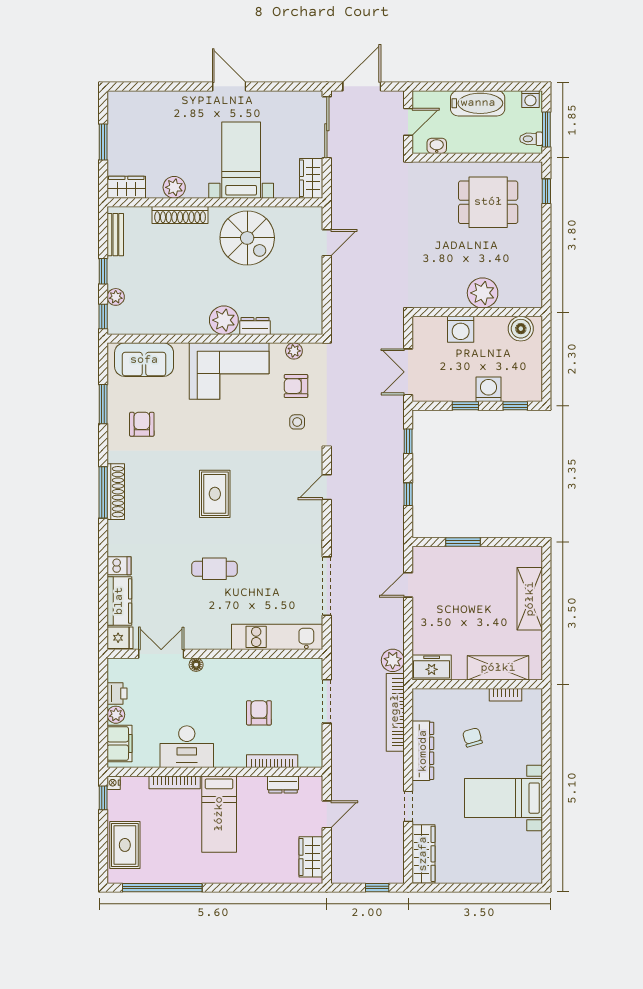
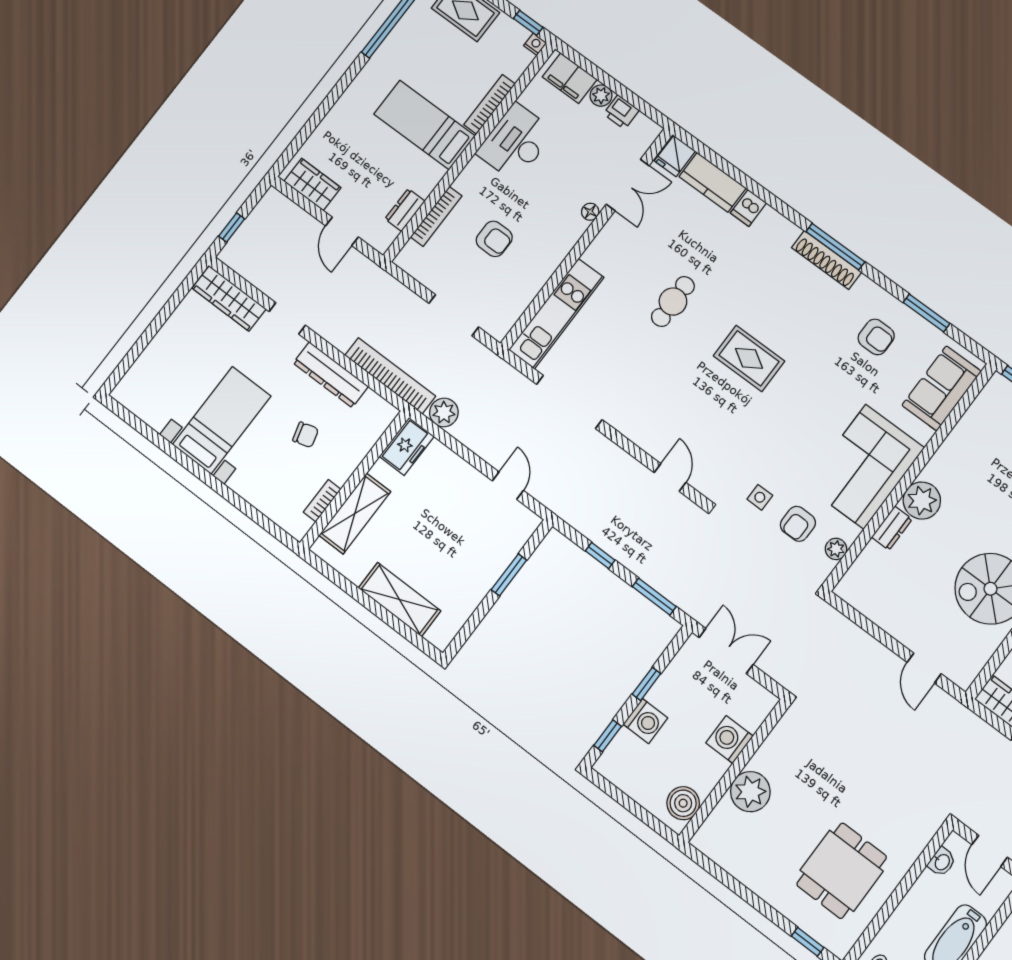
armchair: (296, 386) -> (798, 524), turned 180
window: (408, 441) -> (654, 597), width x1.50

